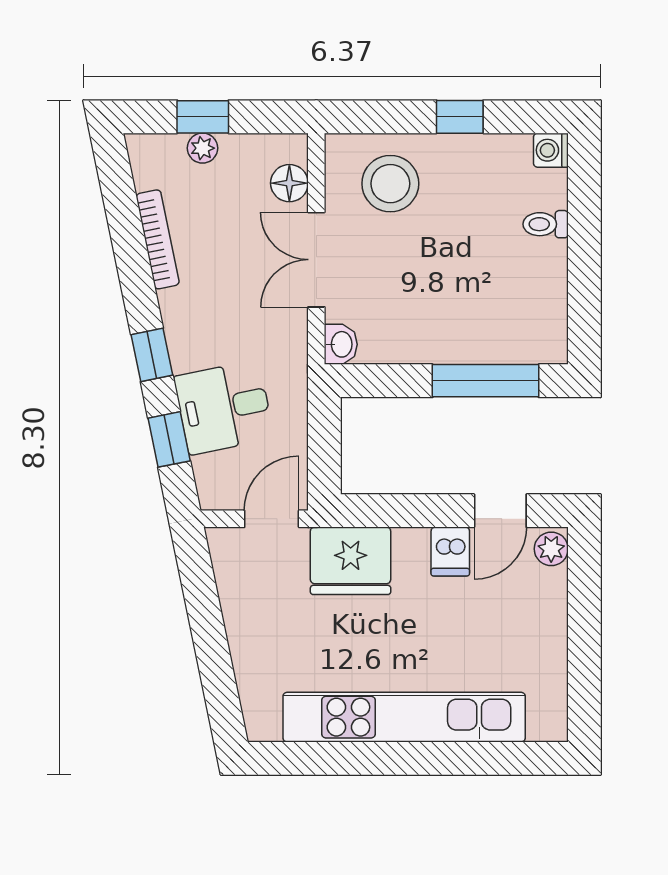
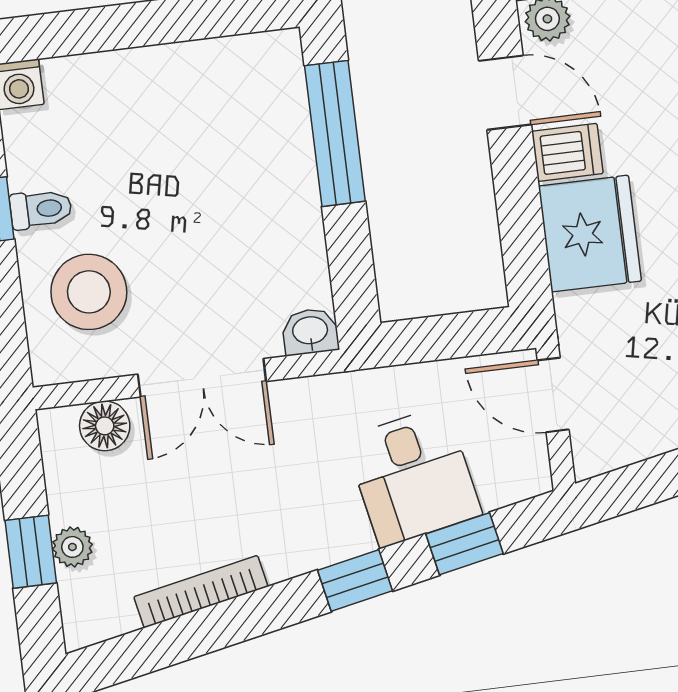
toilet: (546, 224) -> (41, 209), moved, turned -90
fridge: (351, 561) -> (590, 234), moved

